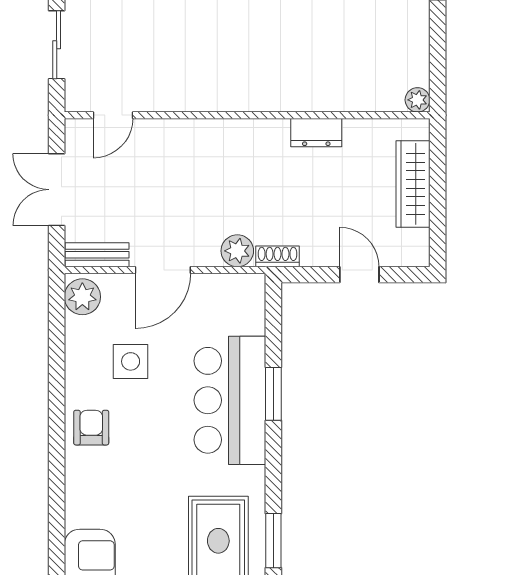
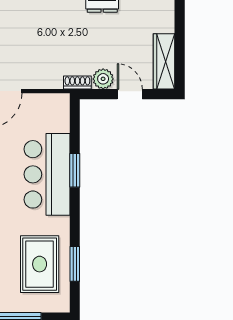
wardrobe: (413, 184) -> (164, 61), moved
plant: (237, 251) -> (103, 79), moved

